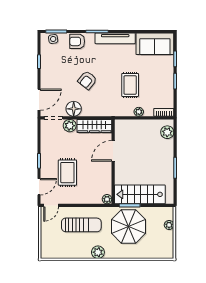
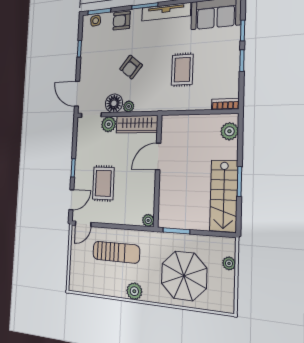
door: (39, 100) -> (77, 94), swing flipped
plant: (139, 112) -> (129, 106), moved
stairs: (140, 194) -> (224, 196), moved, turned -90
parasol: (129, 226) -> (184, 276), moved

